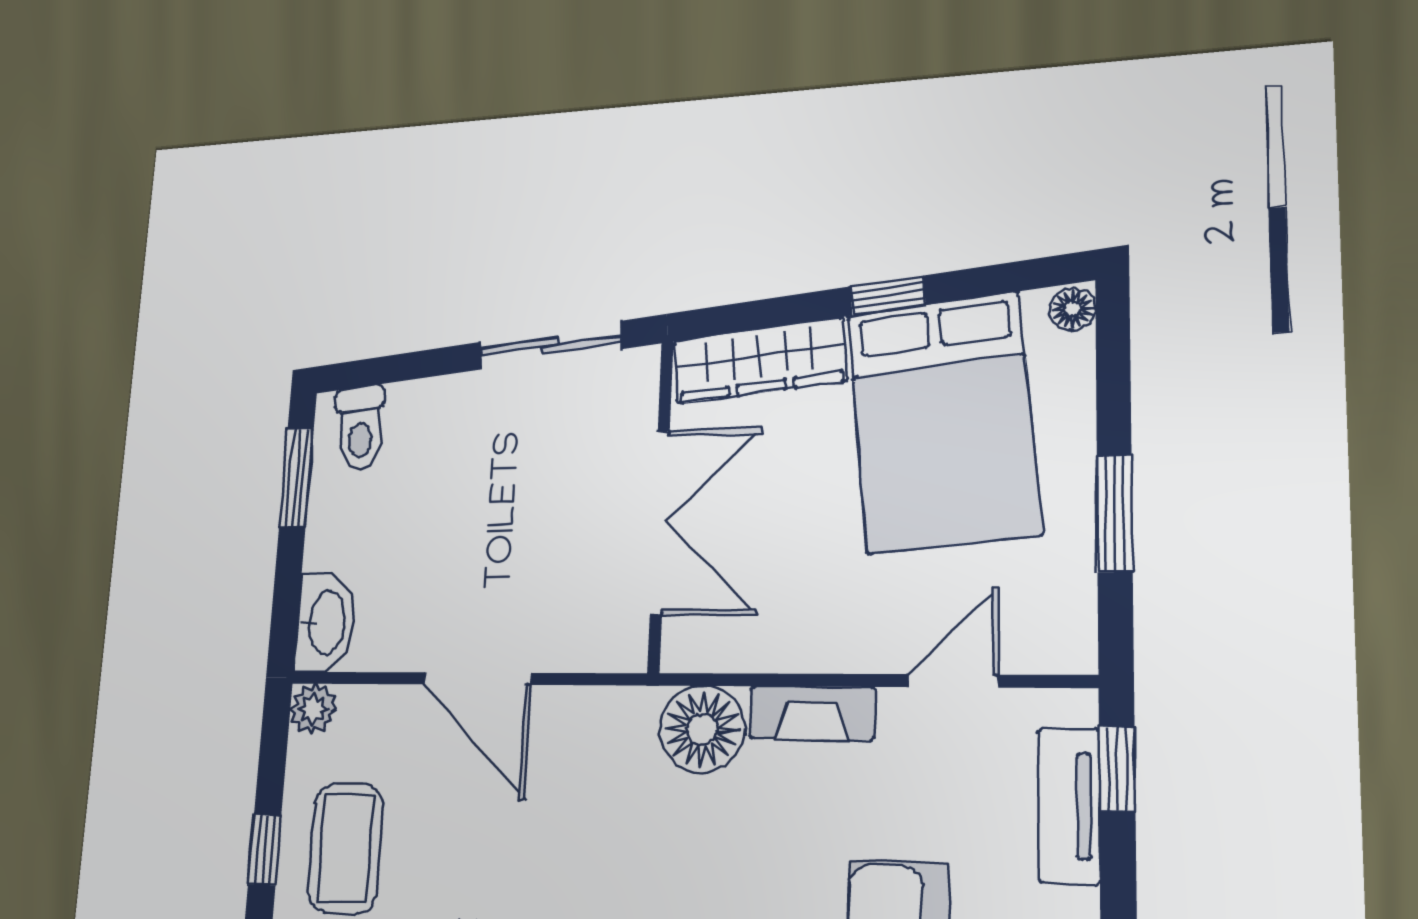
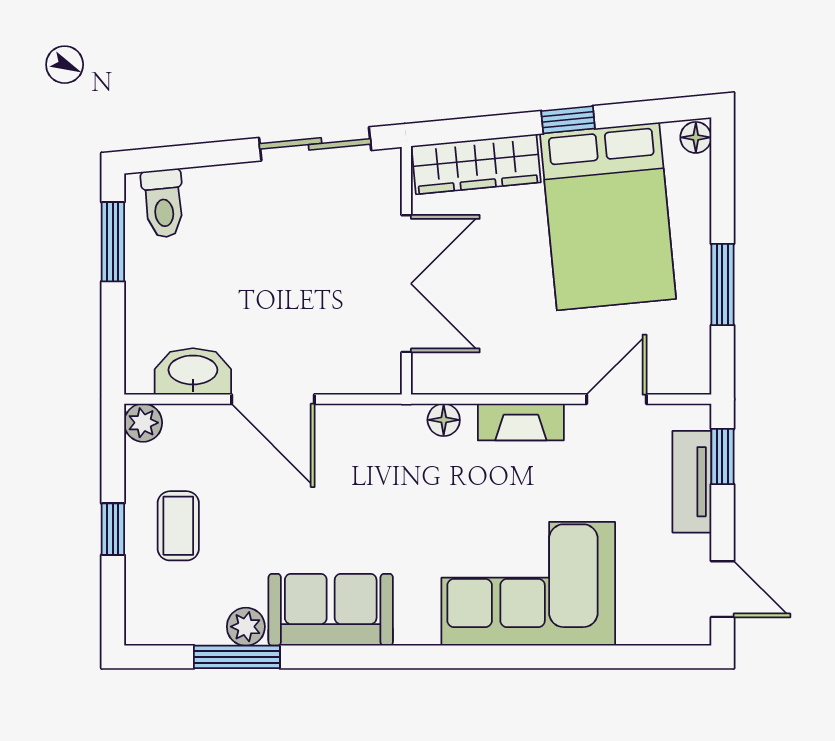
washbasin: (325, 622) -> (193, 371), moved, turned -90
floor lamp: (702, 729) -> (444, 420), width x0.53, depth x0.53
coffee table: (345, 848) -> (178, 526), width x0.73, depth x0.77

